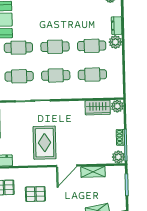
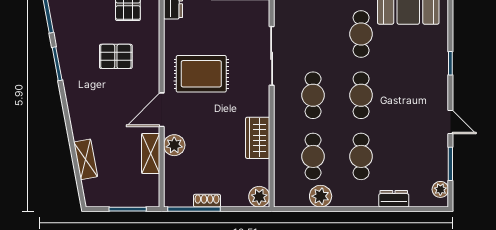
plant: (115, 42) -> (321, 196), moved
cafe table: (19, 76) -> (313, 34), removed
wardrobe: (98, 108) -> (258, 138), moved
plant: (118, 157) -> (174, 145), moved
door: (67, 166) -> (162, 110), hinge flipped
pallet: (35, 194) -> (116, 56), turned 90

